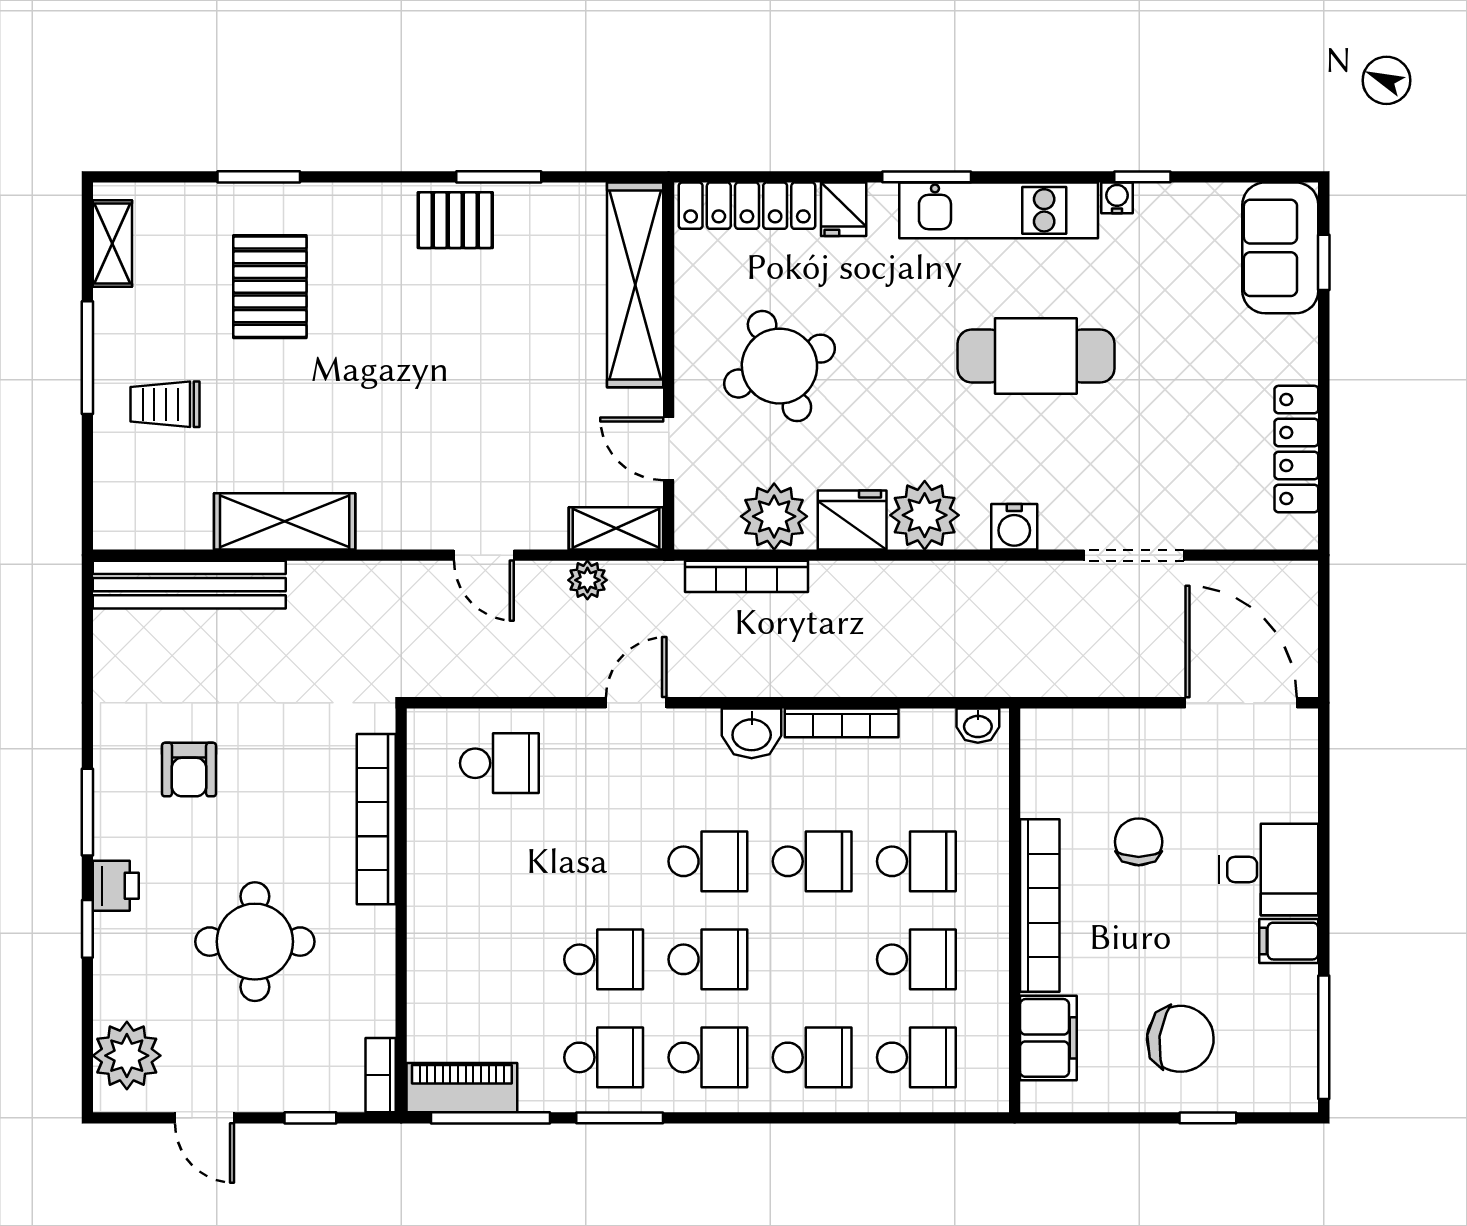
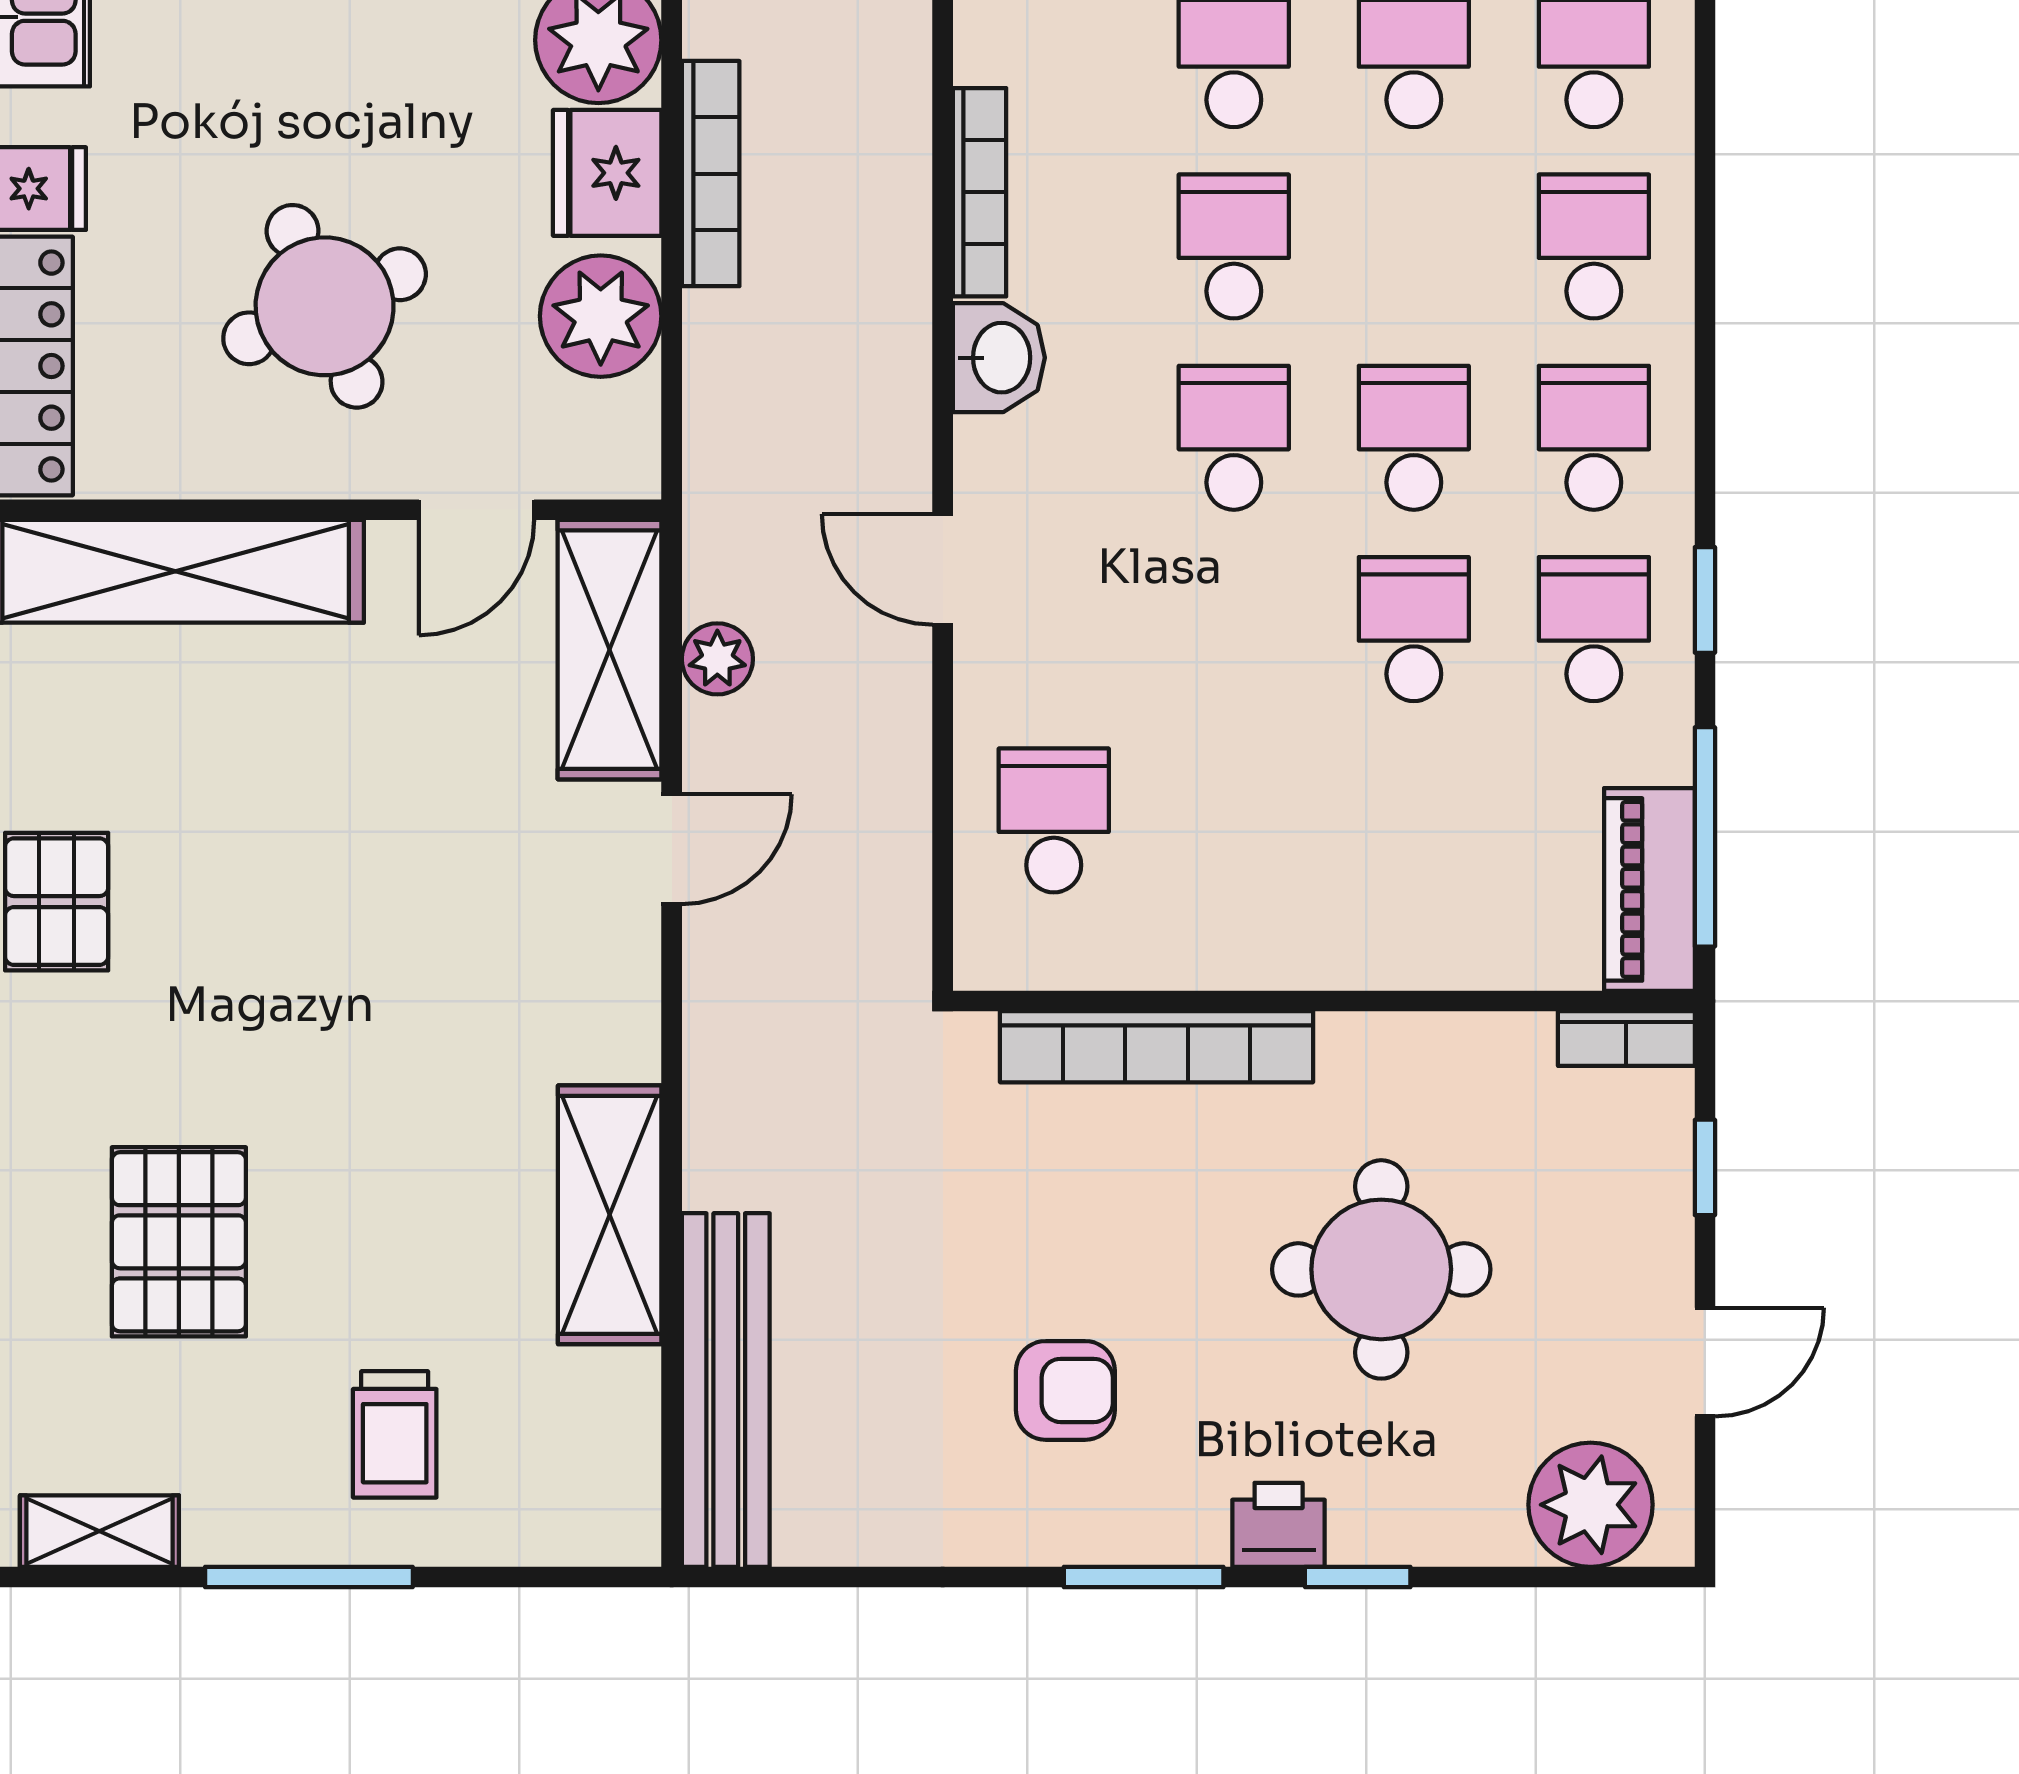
pallet: (270, 287) -> (179, 1242), turned 90
shelving: (616, 528) -> (610, 650), width x1.50, depth x1.33
bookcase: (746, 576) -> (711, 174), moved
window: (620, 1118) -> (1705, 600), width x0.67

